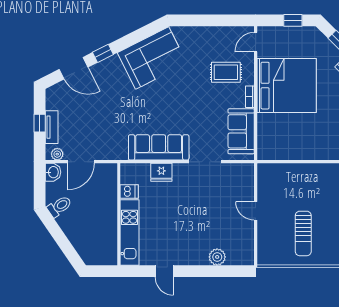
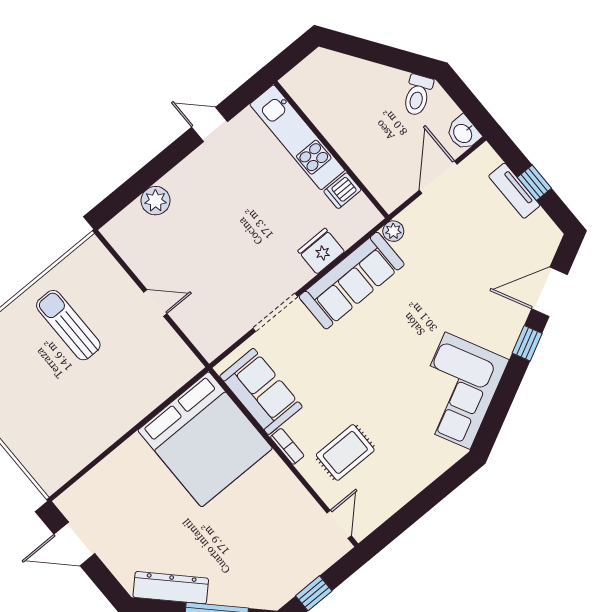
bed: (287, 86) -> (205, 439), moved, turned -90
plant: (57, 154) -> (393, 231), moved

